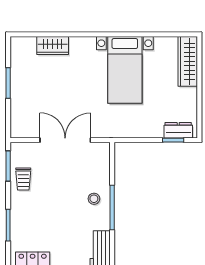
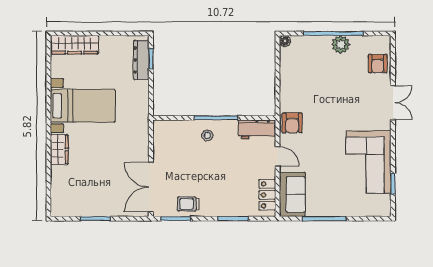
wardrobe: (53, 46) -> (59, 150), moved
dresser: (178, 130) -> (141, 60), width x1.44
double door: (65, 140) -> (151, 187), moved
trolley: (23, 179) -> (188, 204), turned 180

